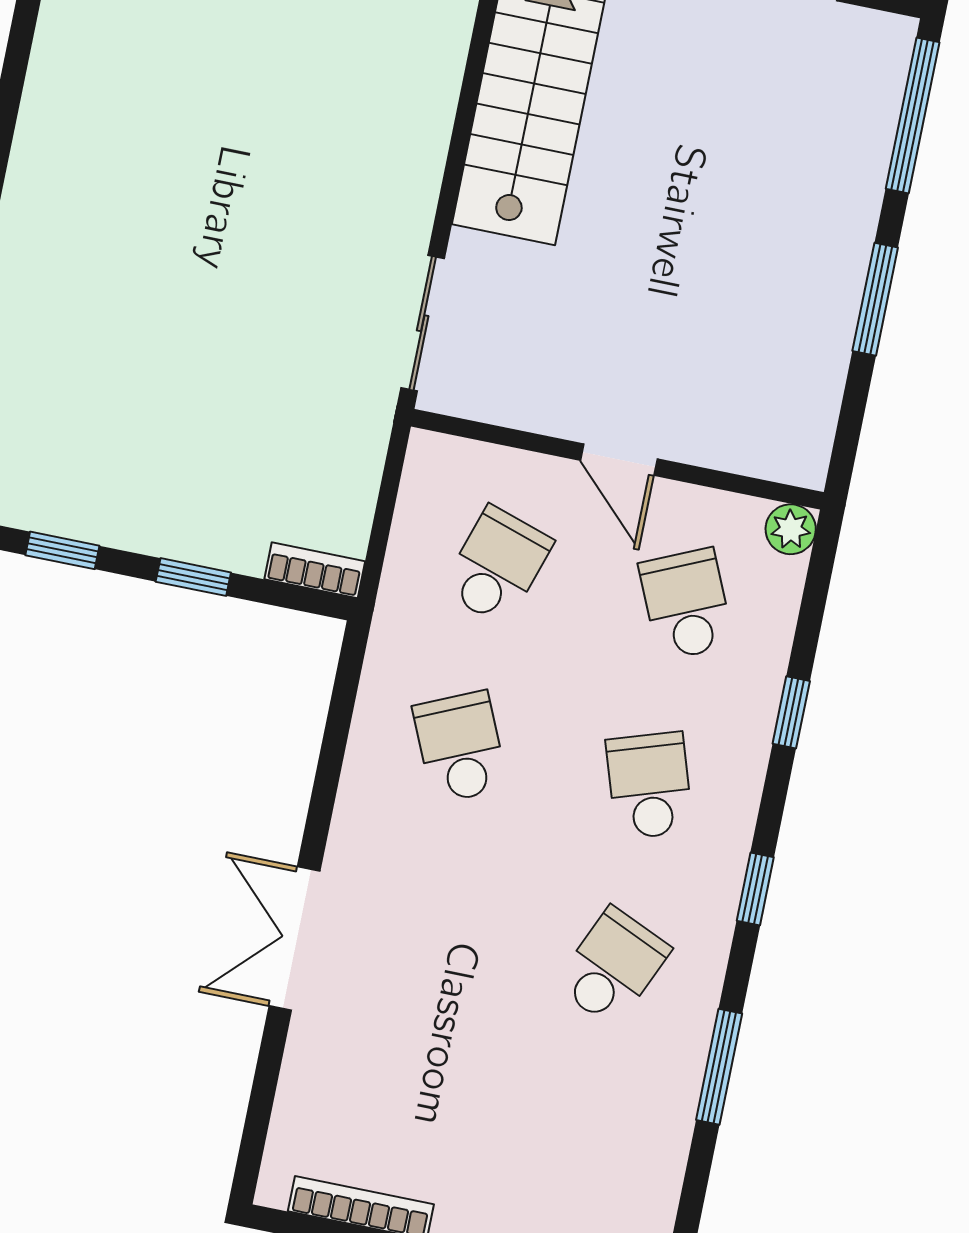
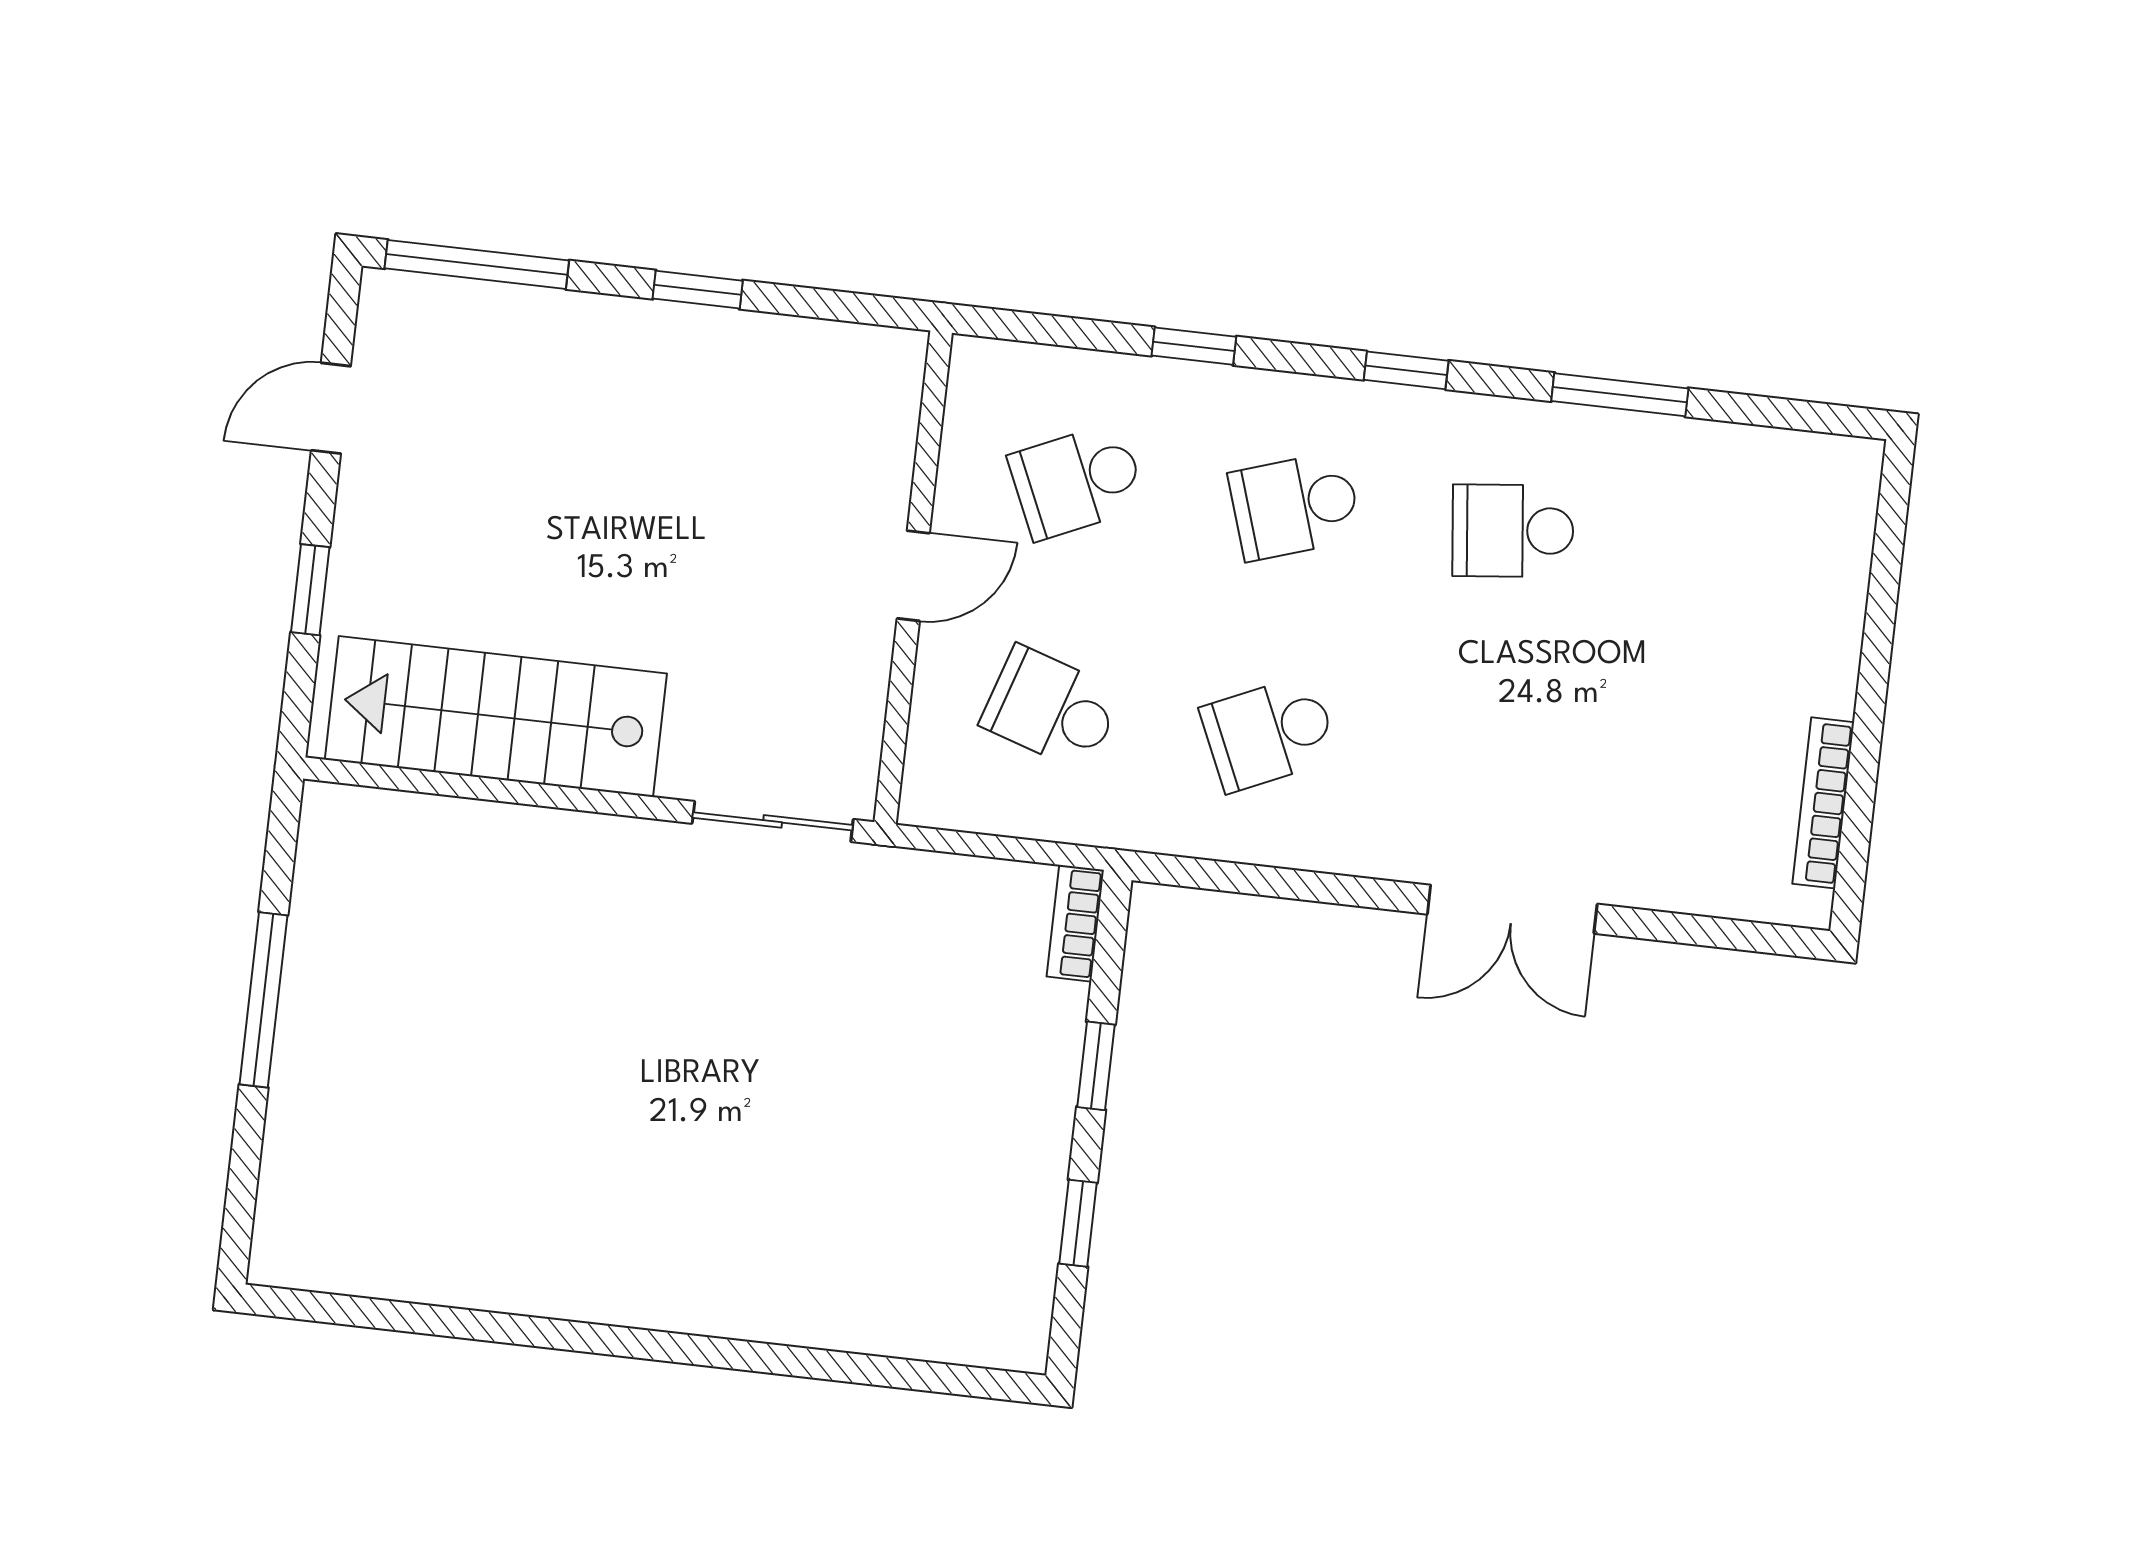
window: (875, 299) -> (698, 290), width x0.67
plant: (791, 529) -> (978, 366), removed
school desk: (613, 967) -> (1513, 531), turned -30

